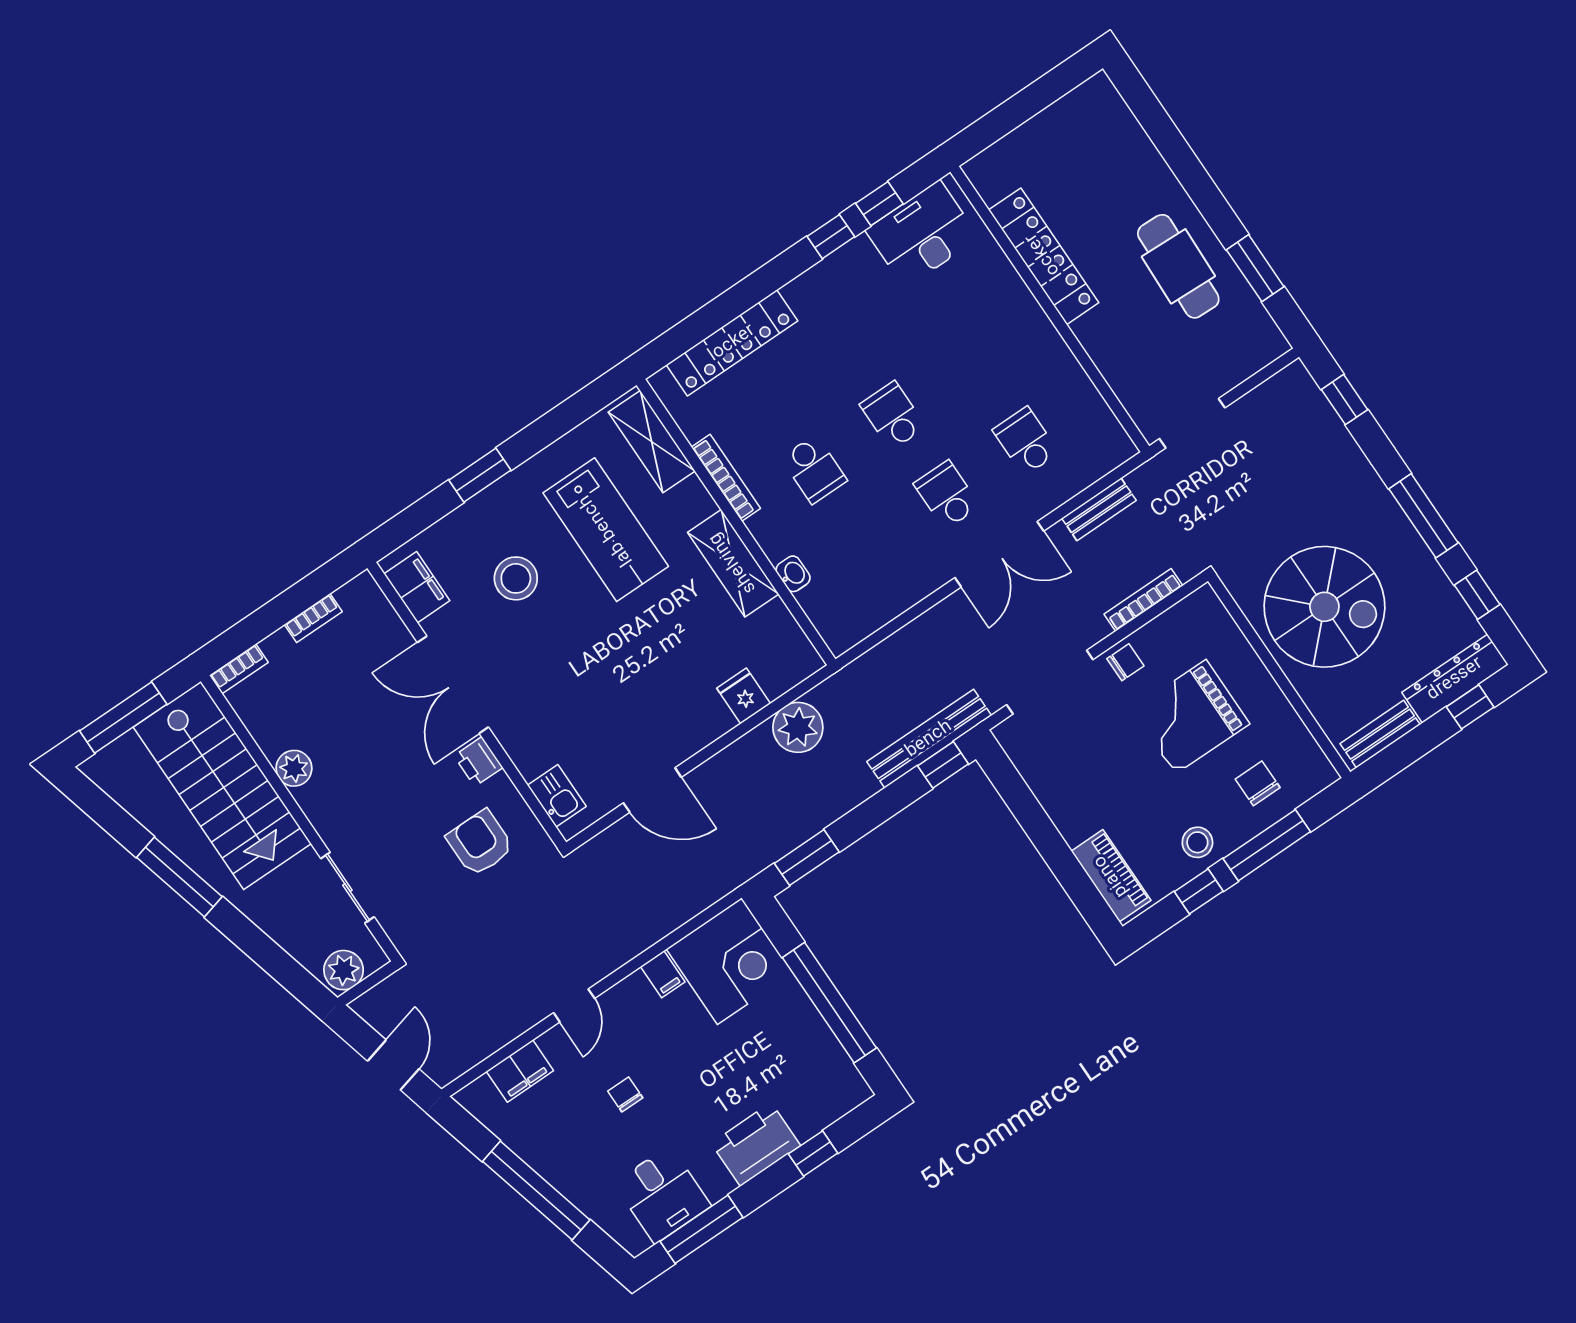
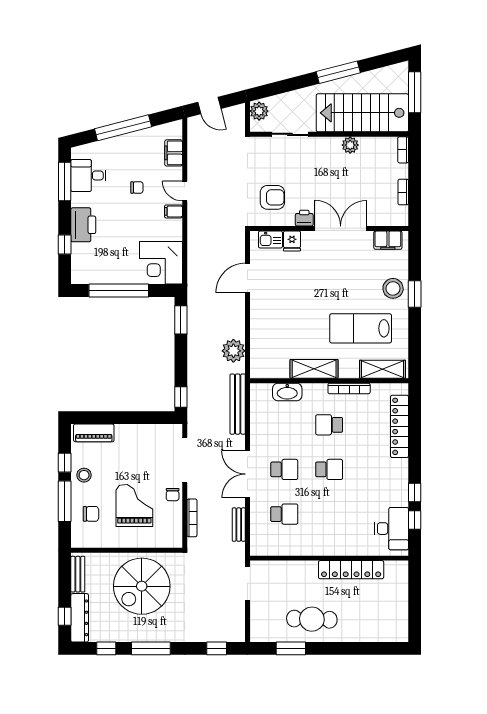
washbasin: (793, 574) -> (287, 392), width x1.91, depth x1.45
stool: (516, 578) -> (393, 288), moved
fridge: (744, 696) -> (292, 241), moved, turned 90
bench: (929, 739) -> (238, 404), moved
filing cabinet: (663, 974) -> (174, 211), moved

